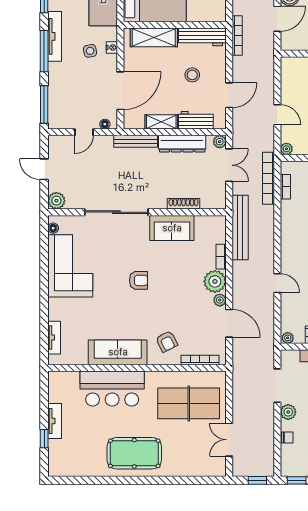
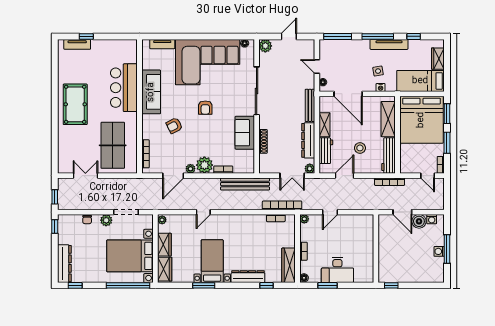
door: (229, 95) -> (345, 176), swing flipped
corner sofa: (70, 266) -> (208, 62), width x1.36, depth x1.36
armchair: (167, 341) -> (174, 126), moved
tv unit: (55, 421) -> (77, 44), moved

